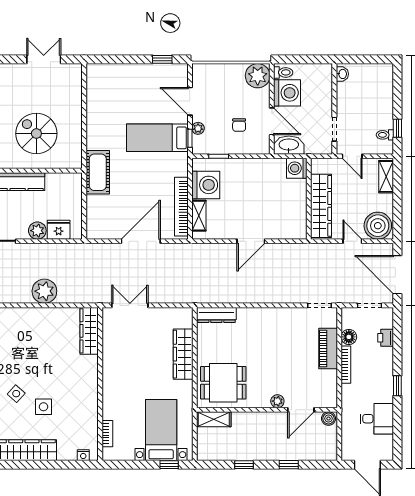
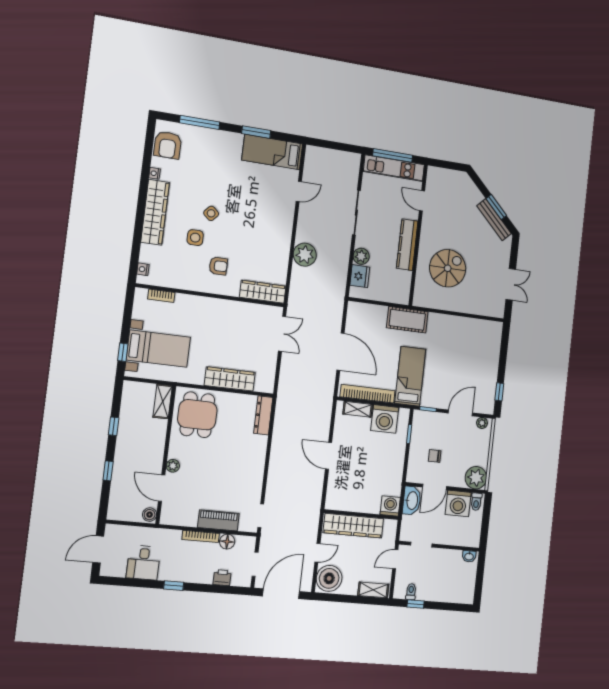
plant: (198, 128) -> (482, 423), moved
bed: (157, 138) -> (410, 376), moved
armchair: (69, 380) -> (218, 266), added

